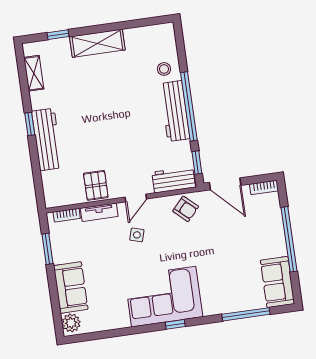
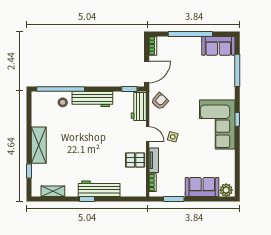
window: (189, 106) -> (61, 89), moved

